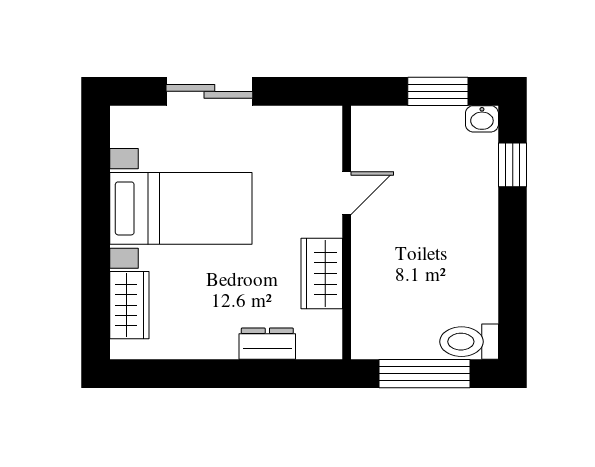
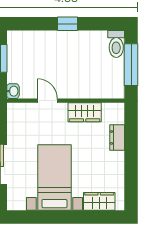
washbasin: (482, 119) -> (13, 91), moved
window: (513, 165) -> (67, 24), moved

